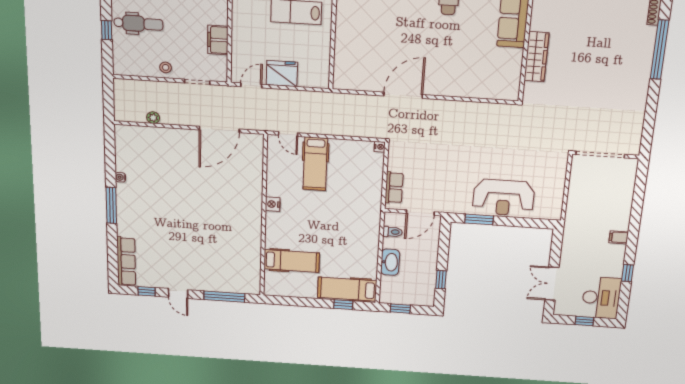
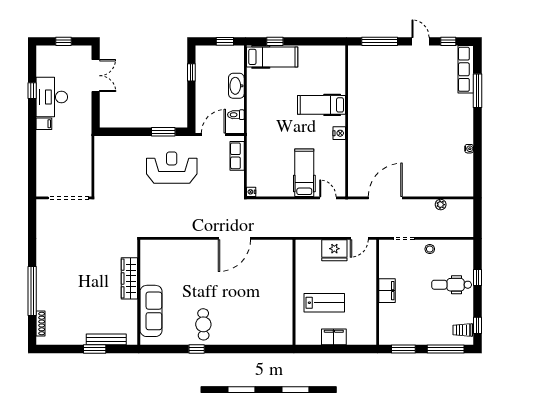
filing cabinet: (218, 40) -> (387, 291), moved
reception desk: (503, 198) -> (172, 168), moved
window: (111, 205) -> (478, 91), moved
hospital bed: (292, 261) -> (321, 105), moved
desk: (601, 298) -> (52, 97), moved

